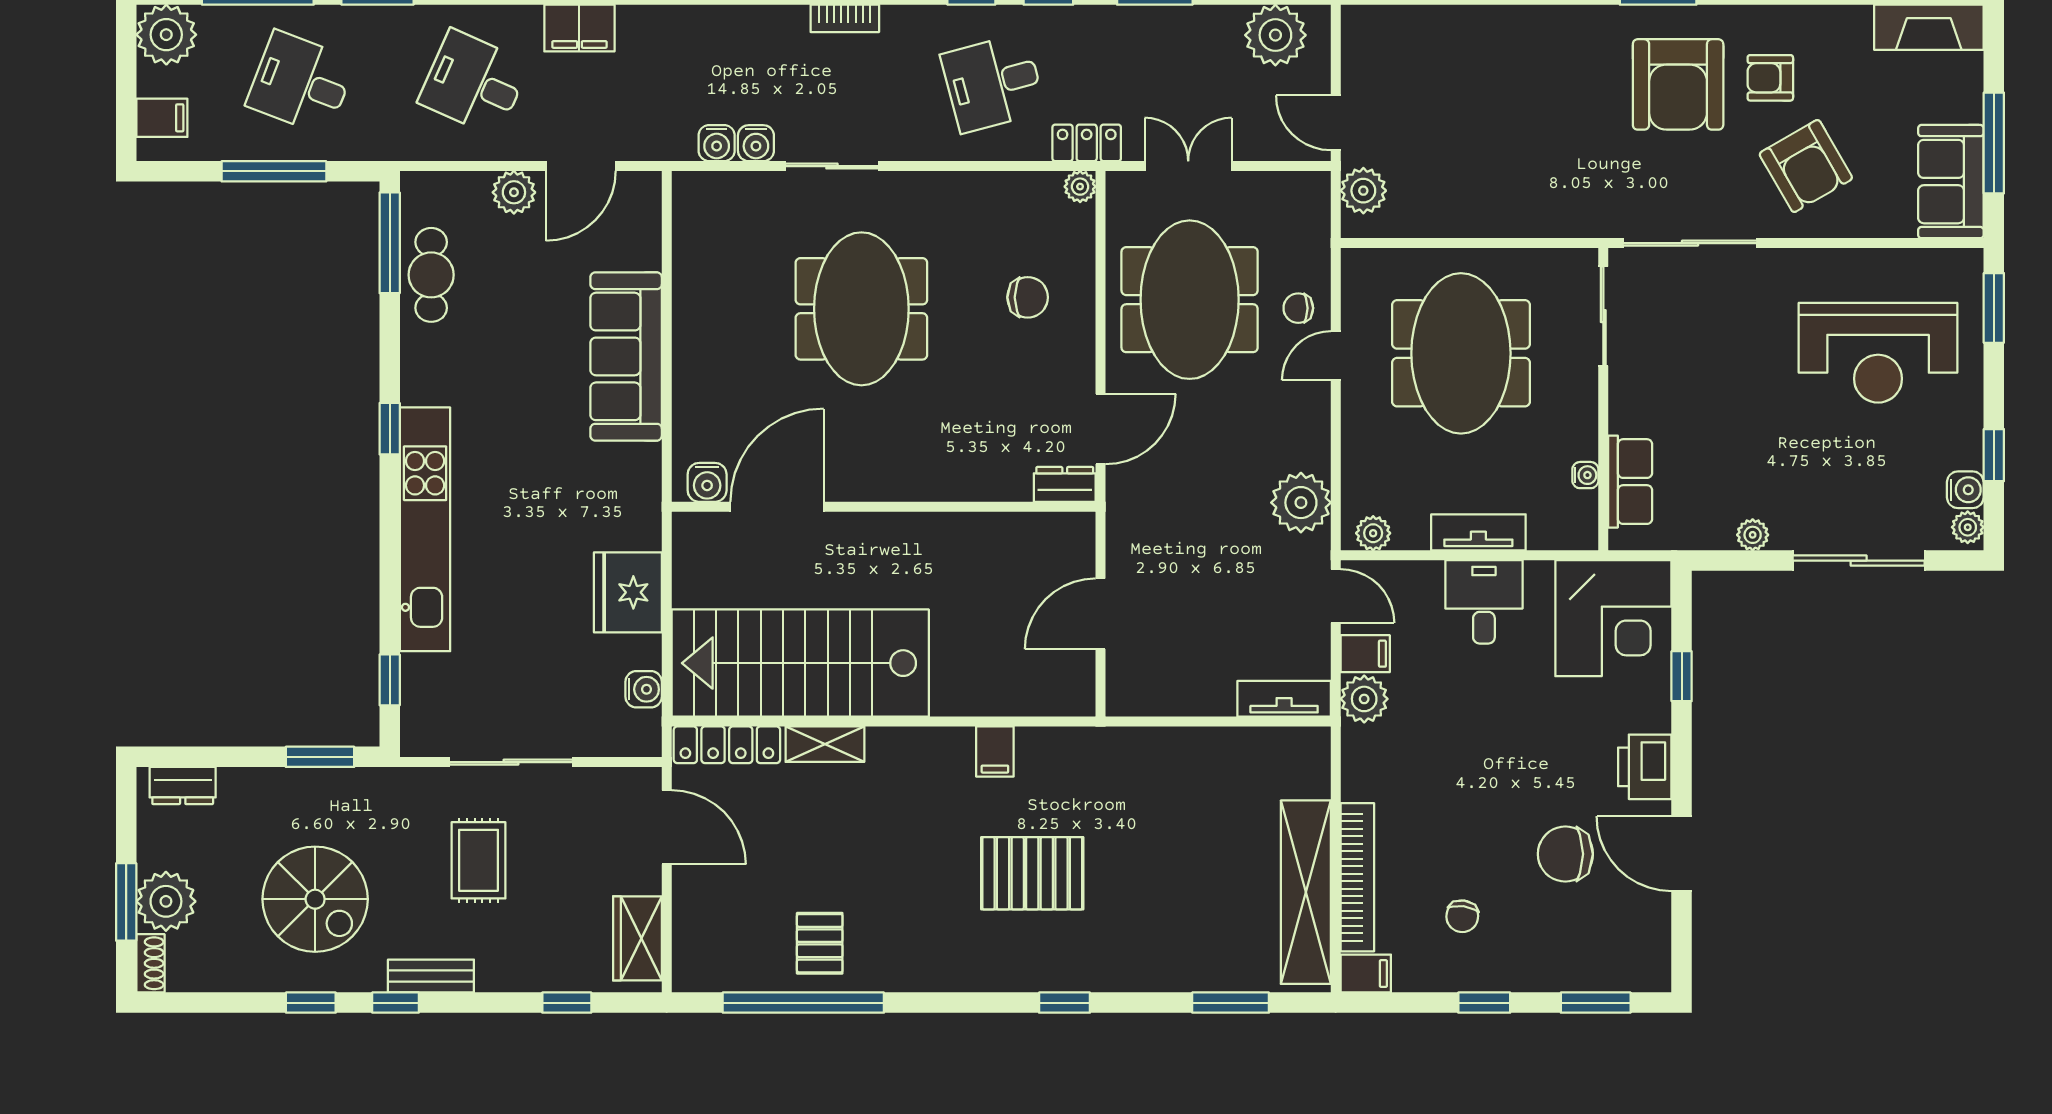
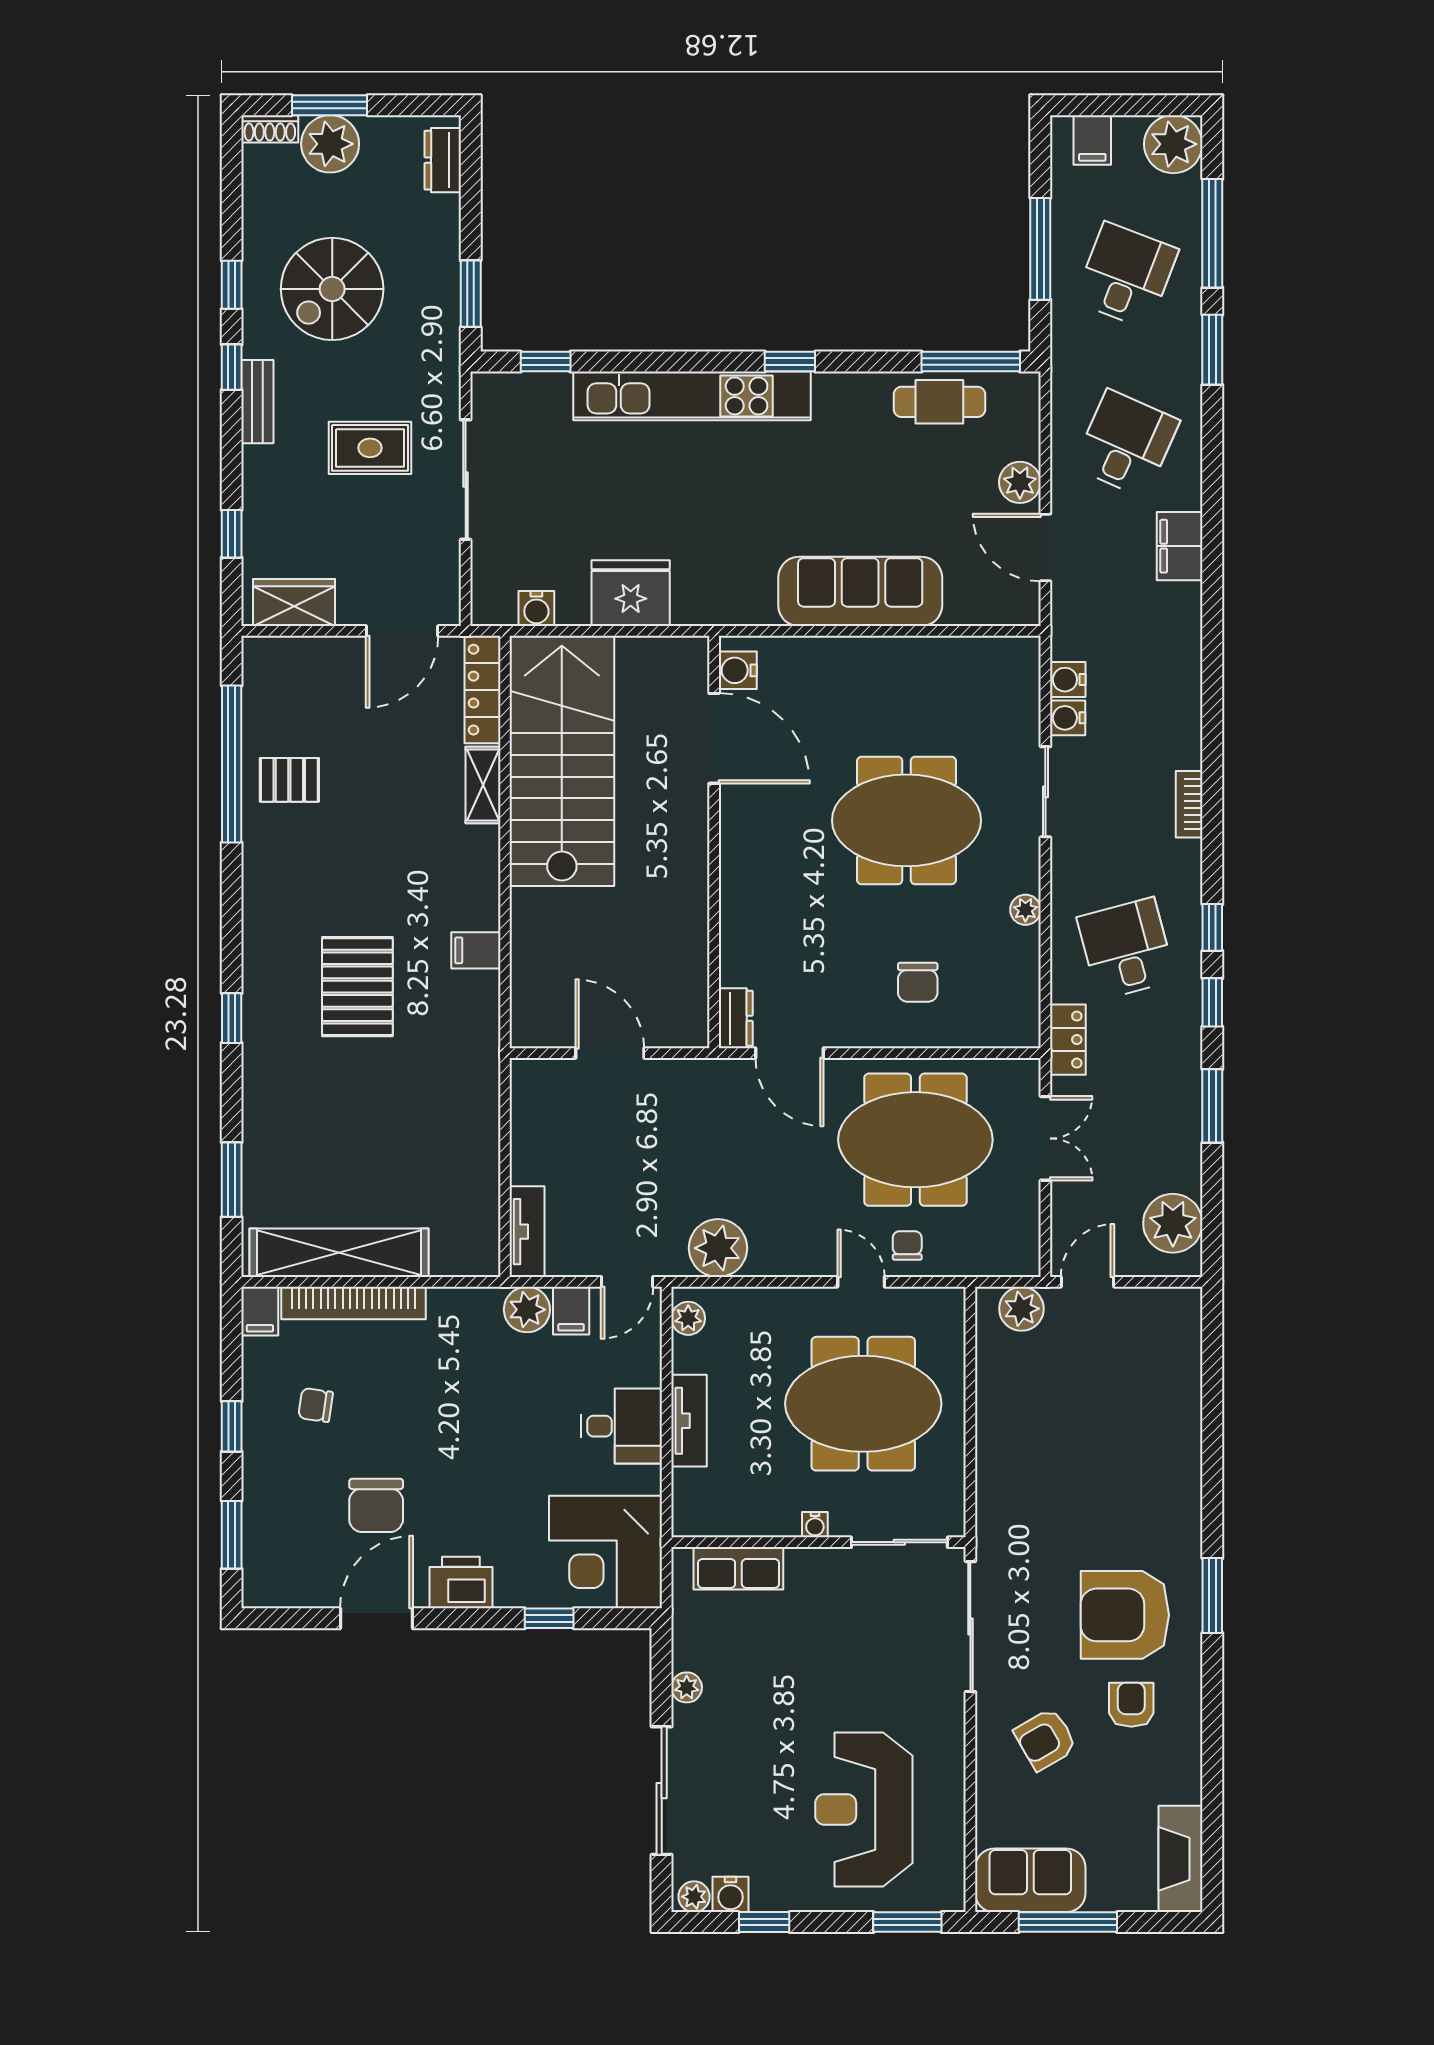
armchair: (1806, 166) -> (1045, 1739), width x0.72, depth x0.72
plant: (1080, 187) -> (1025, 910), moved
water cooler: (1585, 475) -> (815, 1525), moved
chair: (1565, 854) -> (376, 1505), turned 180

